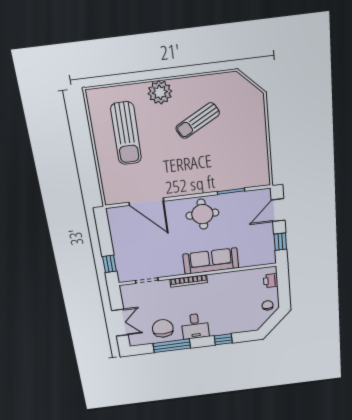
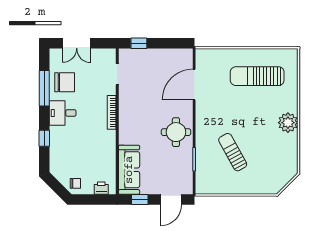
plant: (160, 92) -> (288, 123), moved
sun lounger: (198, 121) -> (233, 152), moved
door: (278, 210) -> (171, 200), swing flipped
sofa: (211, 261) -> (129, 170), moved

